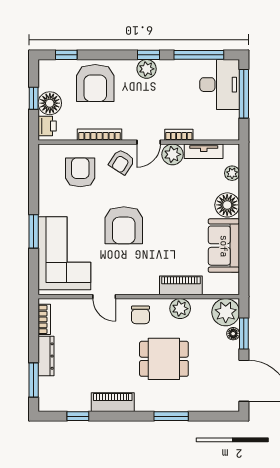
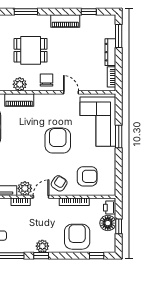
armchair: (80, 172) -> (87, 176), turned -90

